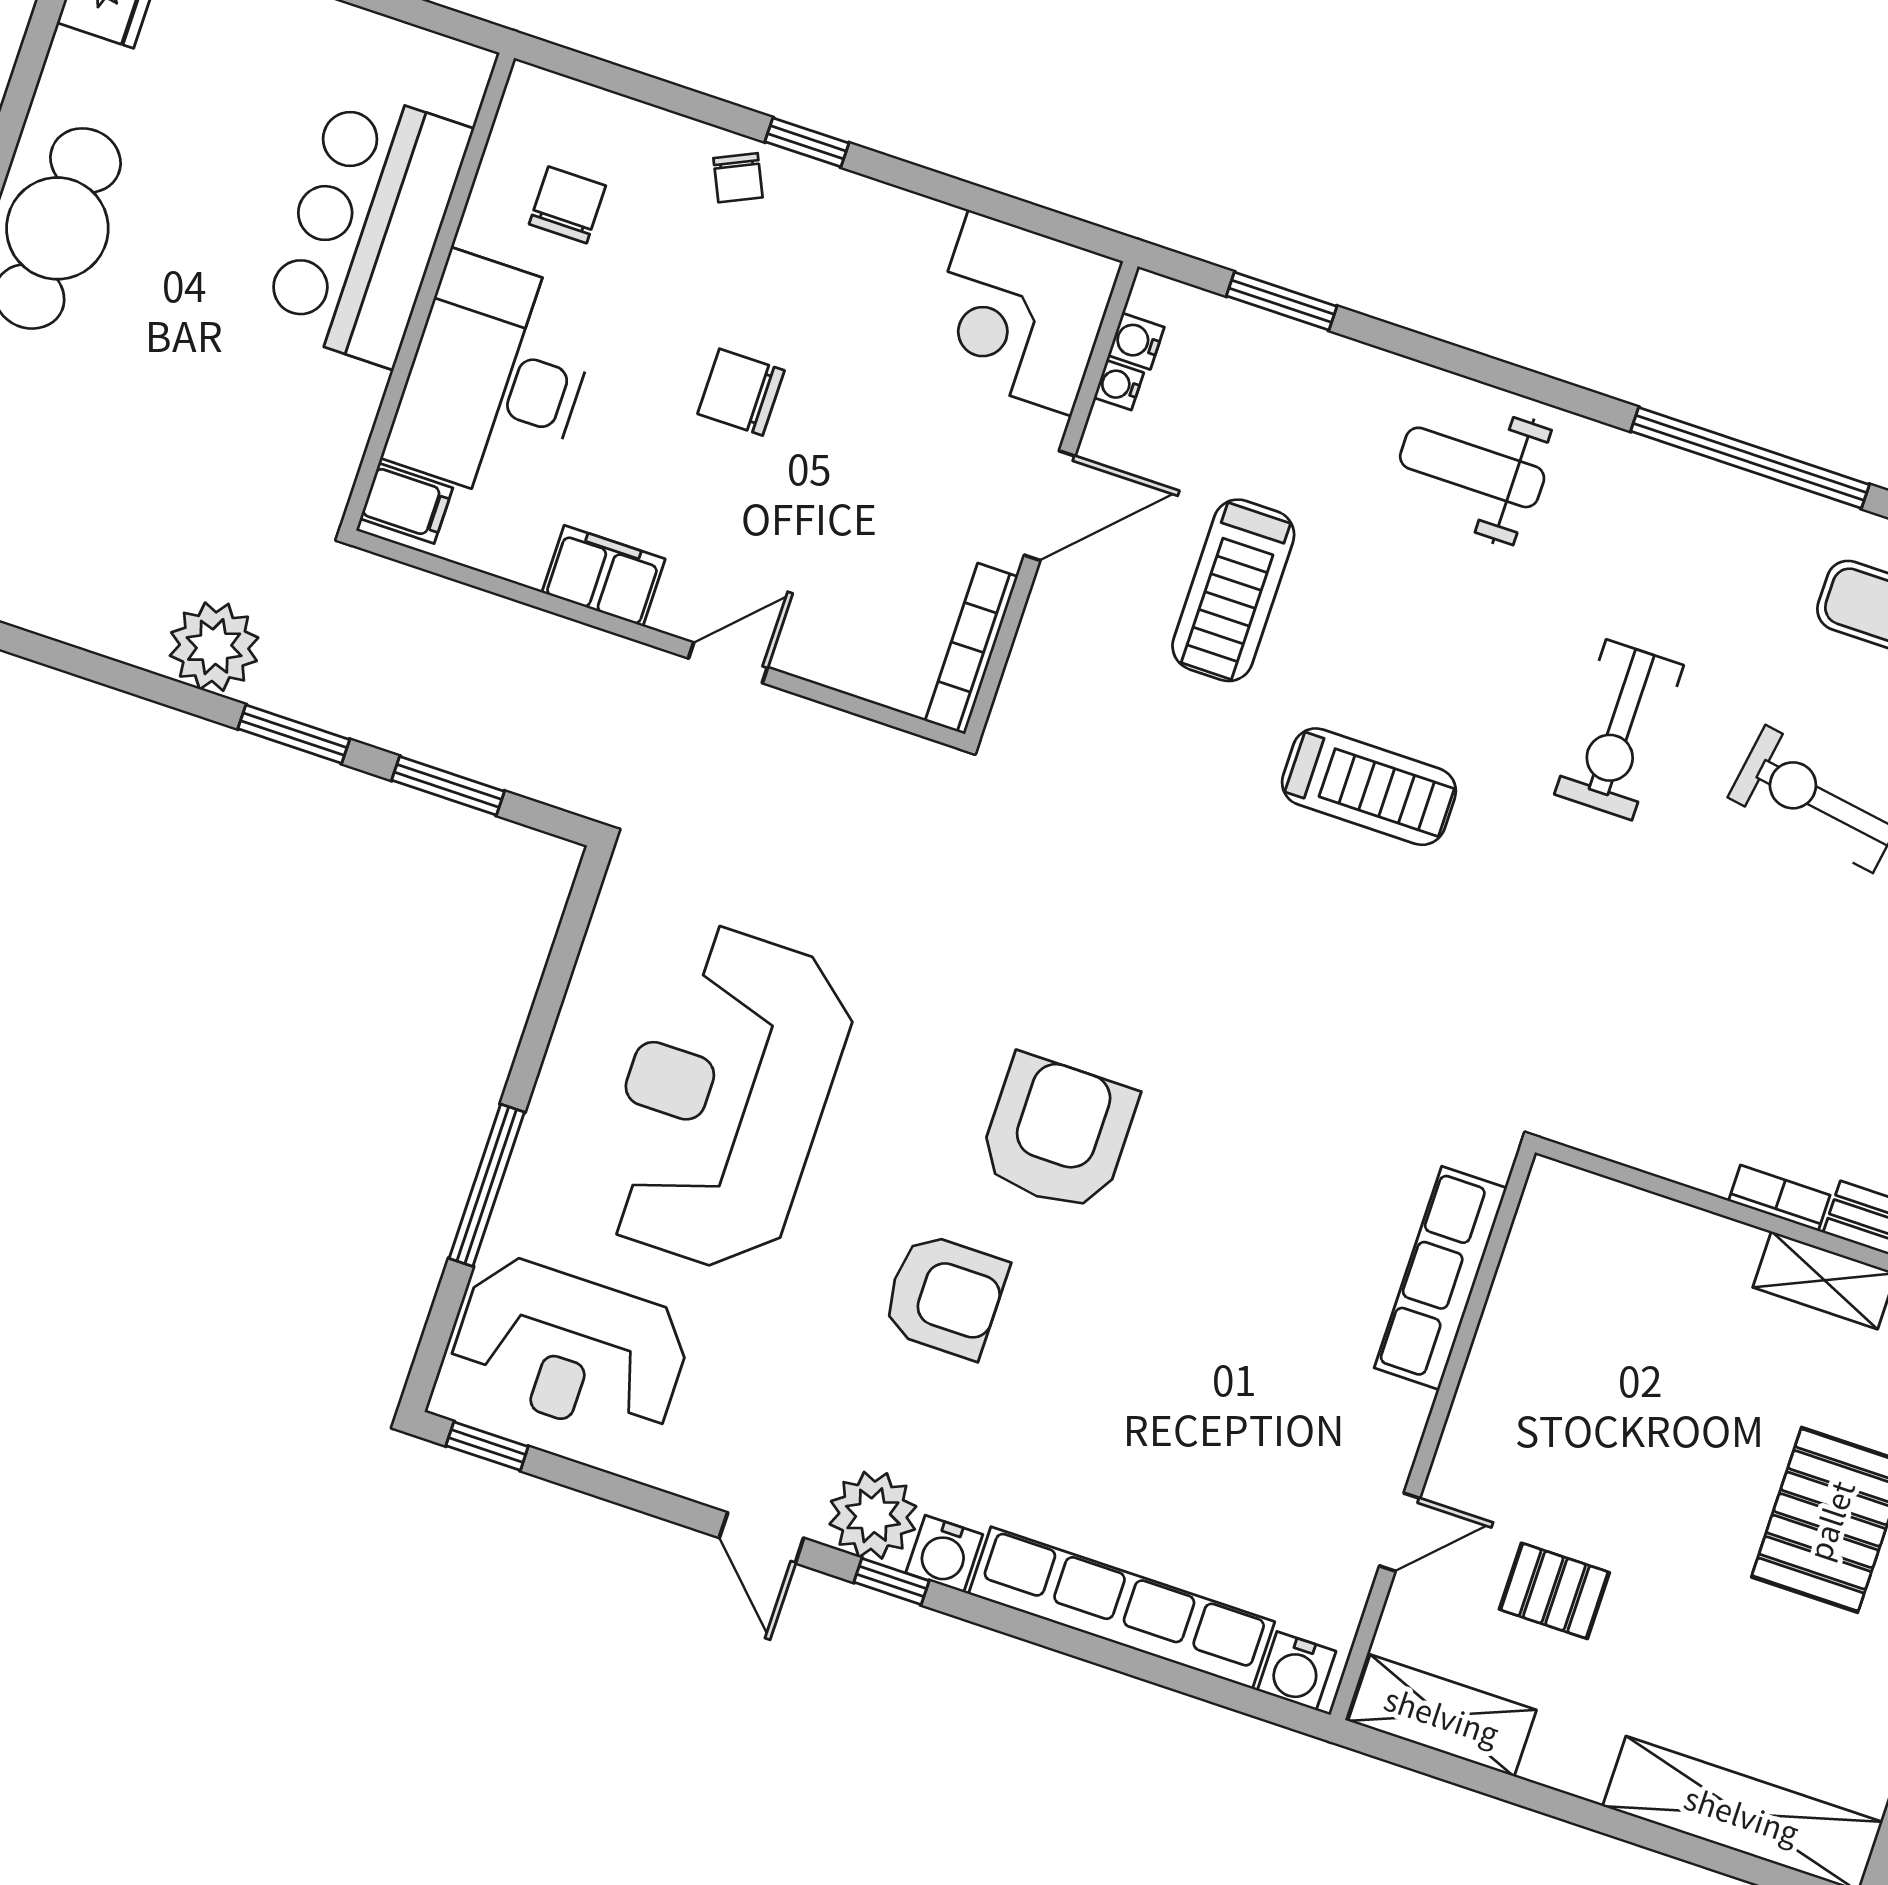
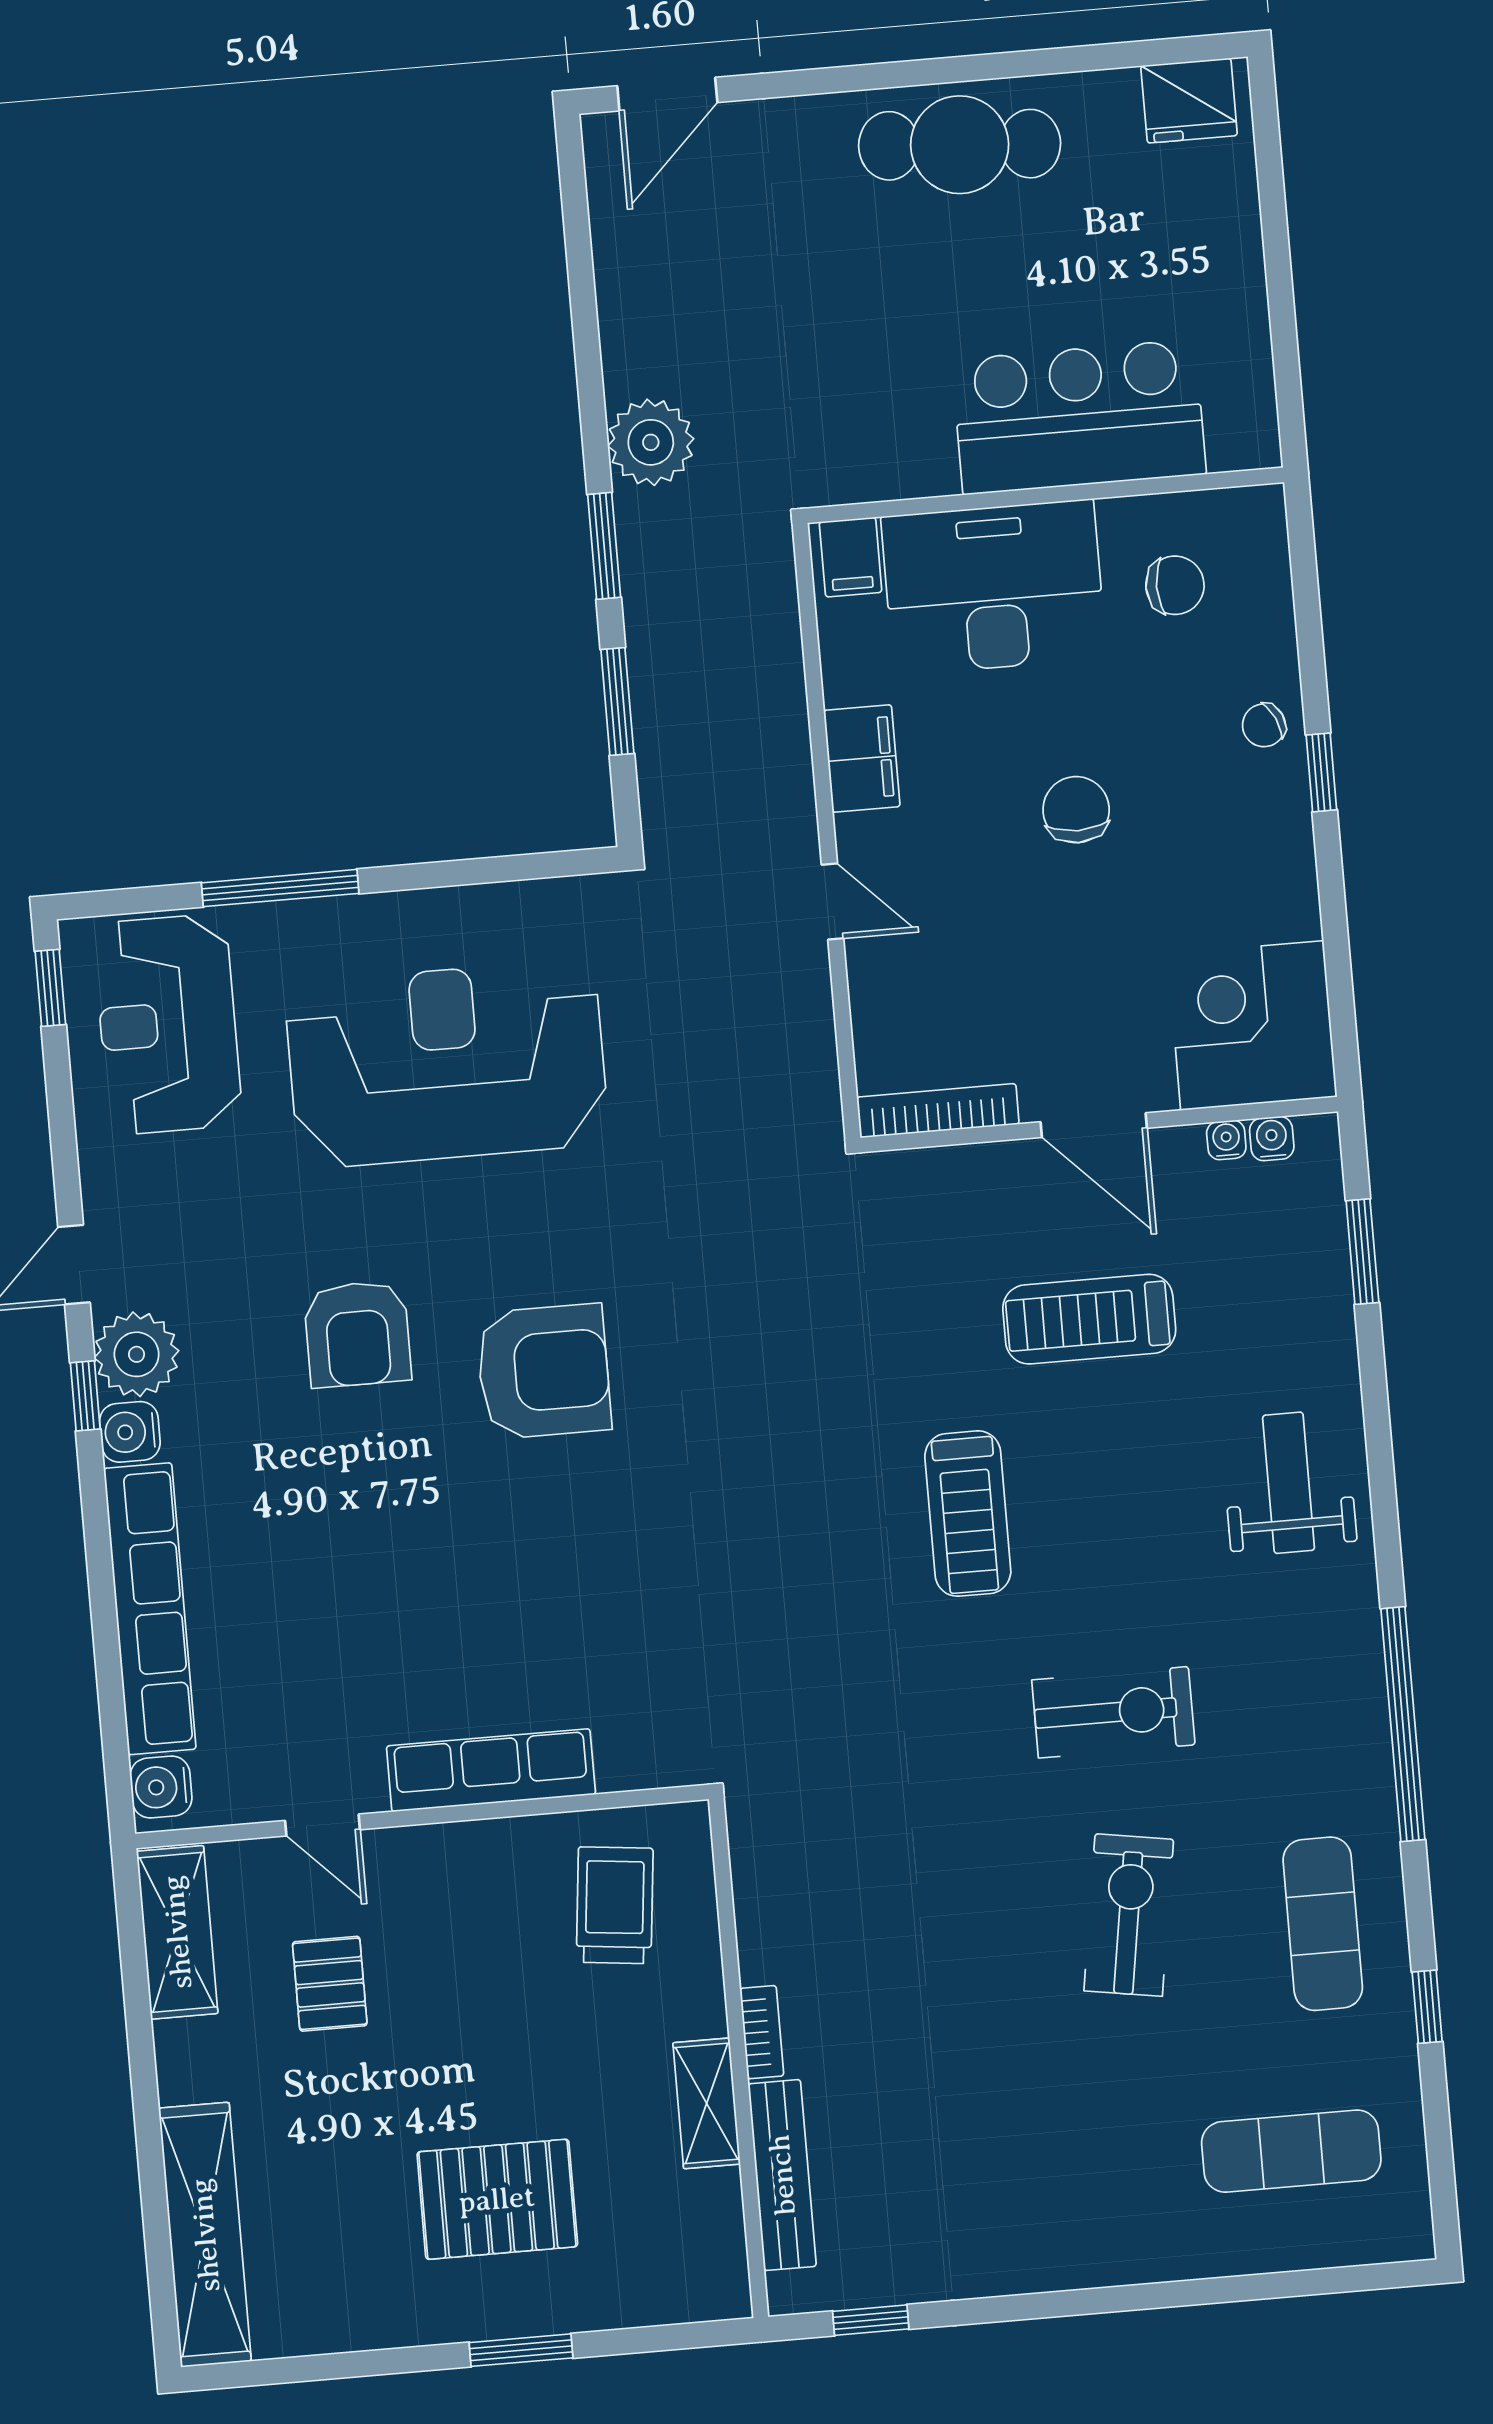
exercise bike: (1619, 730) -> (1113, 1712), turned 180
row of seats: (1441, 1278) -> (491, 1770), moved
trolley: (1597, 1286) -> (615, 1905), added

